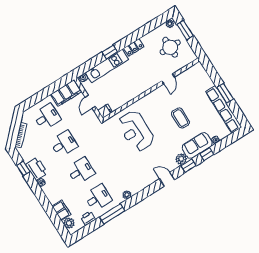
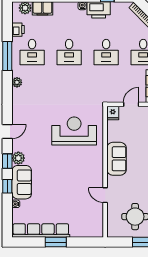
sofa: (137, 87) -> (117, 159), added
door: (90, 102) -> (131, 104), hinge flipped
coffee table: (180, 118) -> (59, 183), removed

